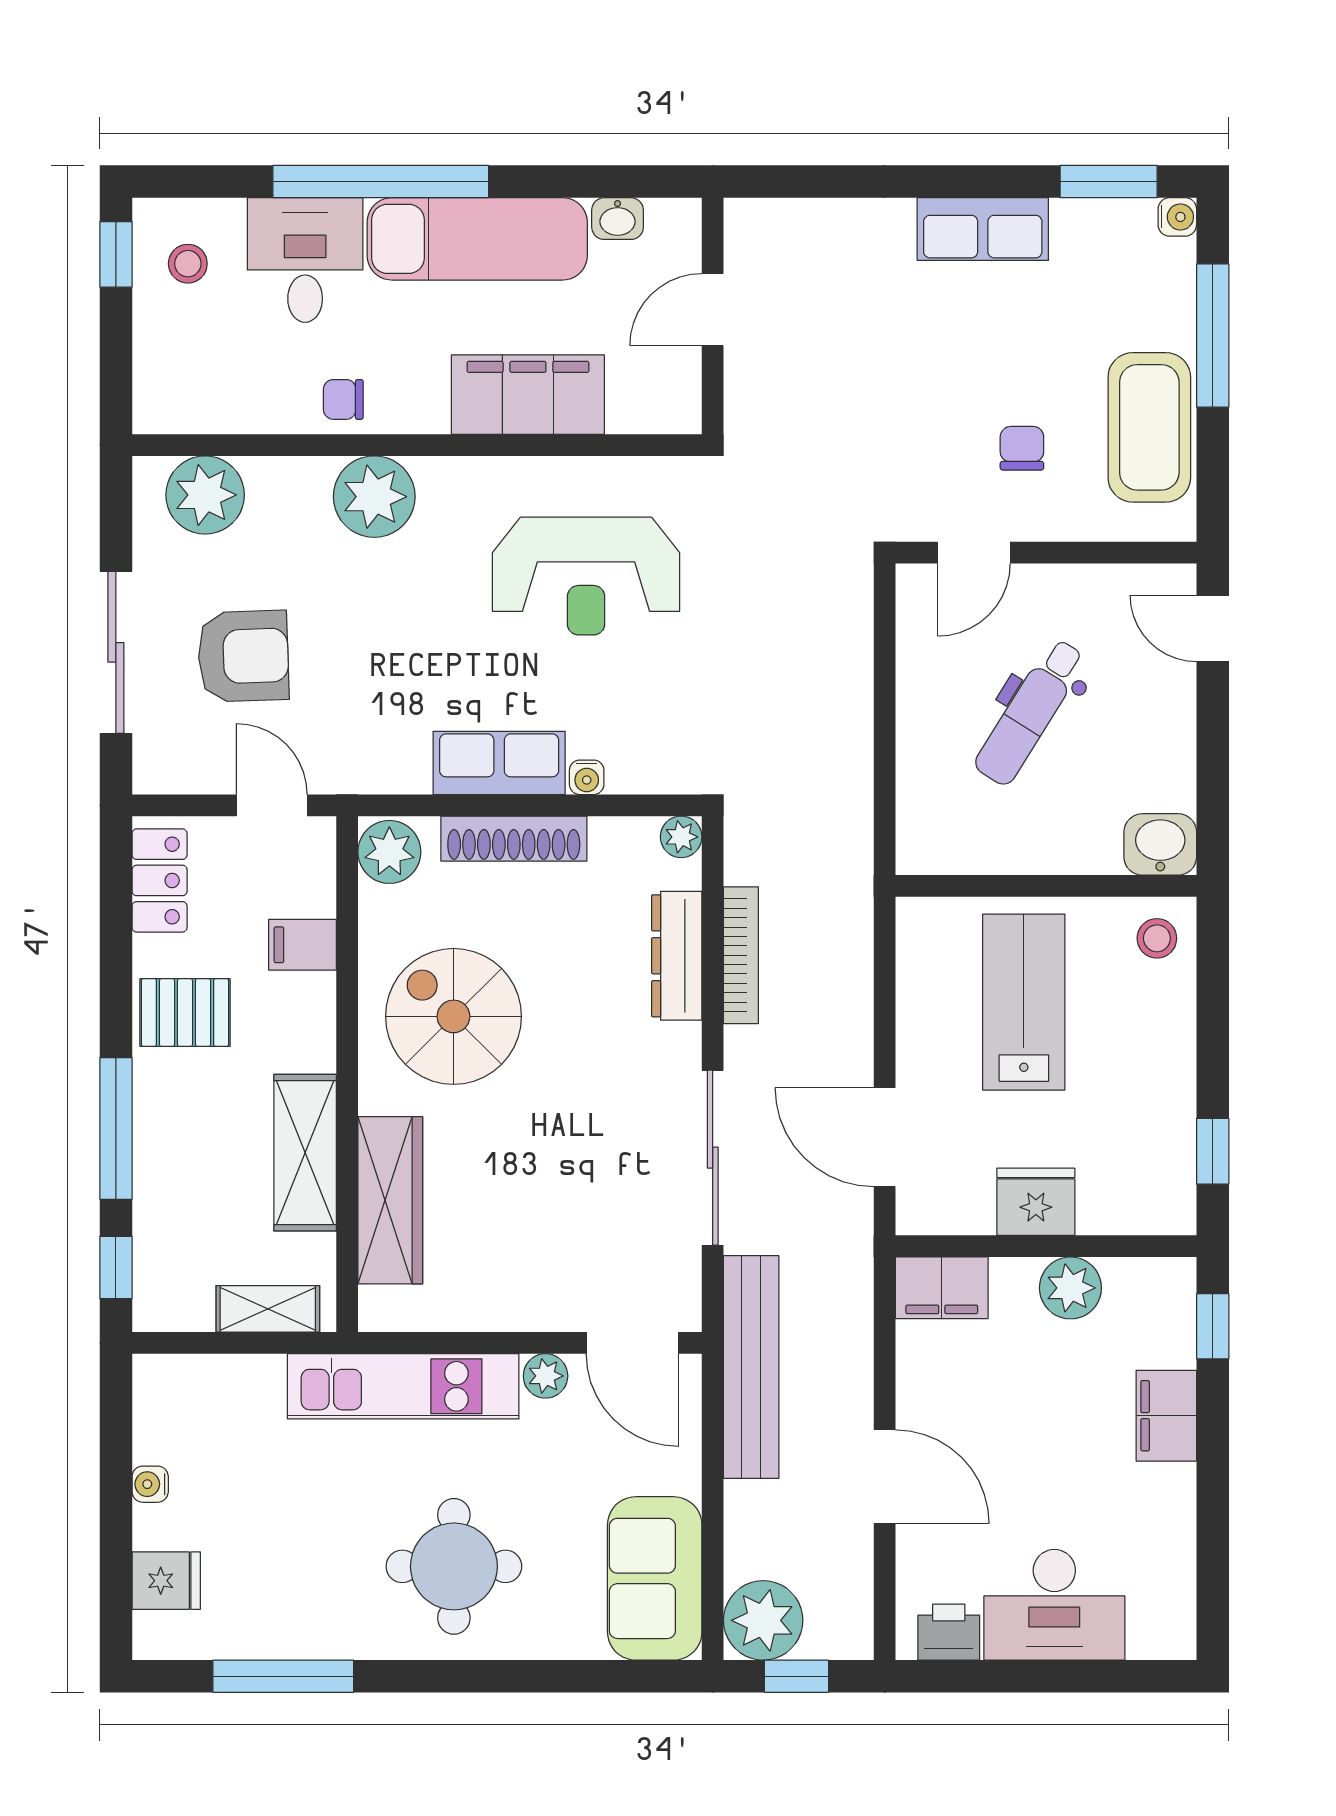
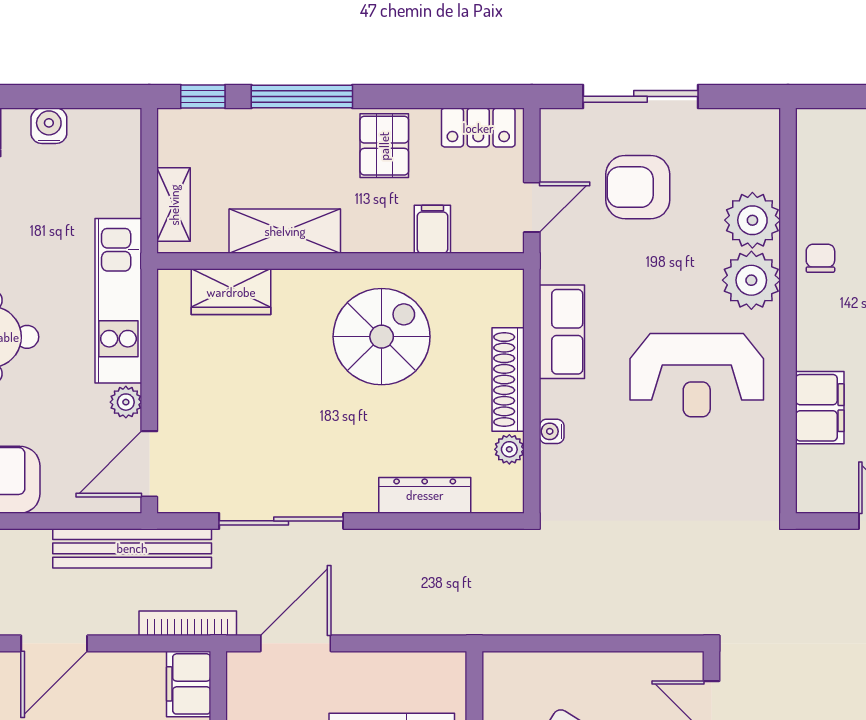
filing cabinet: (528, 395) -> (820, 408), width x0.67, depth x0.86
plant: (205, 495) -> (752, 220), moved
reception desk: (586, 576) -> (697, 375), moved, turned -90
armchair: (243, 656) -> (638, 187), turned 92
row of seats: (499, 763) -> (562, 332), moved
plant: (681, 837) -> (509, 449), moved
plant: (389, 852) -> (499, 291), removed
bookcase: (741, 955) -> (188, 623), moved, turned 180
wardrobe: (390, 1200) -> (231, 292), width x0.67
water cooler: (150, 1484) -> (49, 126), width x1.38, depth x1.38

